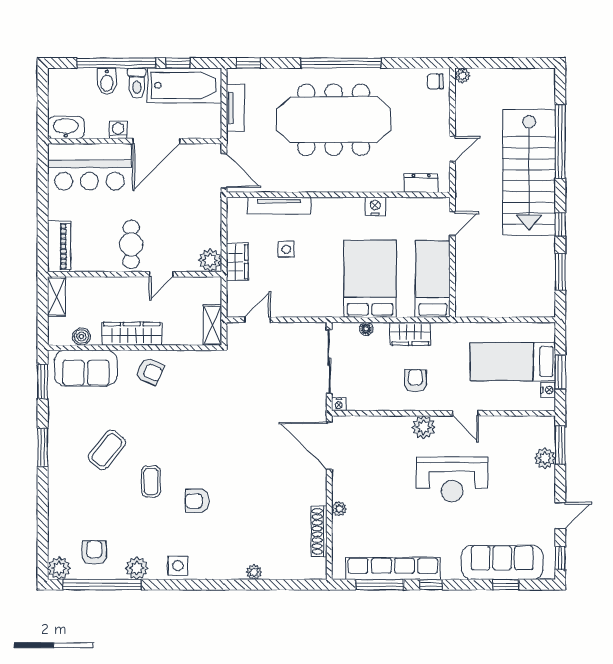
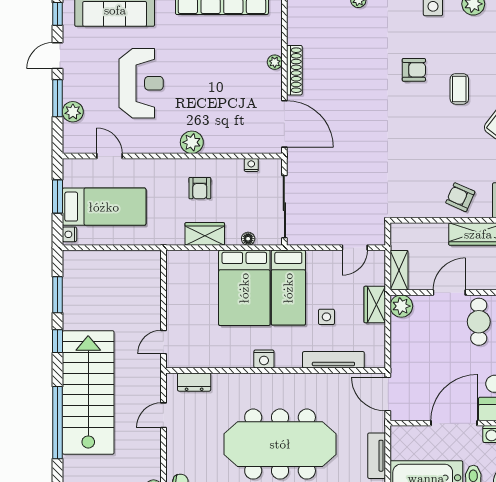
nightstand: (375, 206) -> (264, 359), moved
door: (161, 274) -> (449, 292), width x1.38
bed: (433, 279) -> (288, 288), moved
shelving: (212, 325) -> (399, 270), moved
nightstand: (548, 390) -> (69, 234), moved
nightstand: (339, 404) -> (251, 165), moved
door: (465, 413) -> (110, 156), moved
window: (560, 445) -> (58, 98), moved
reception desk: (452, 479) -> (141, 83), moved, turned 90
shoe rack: (319, 531) -> (294, 70), moved

